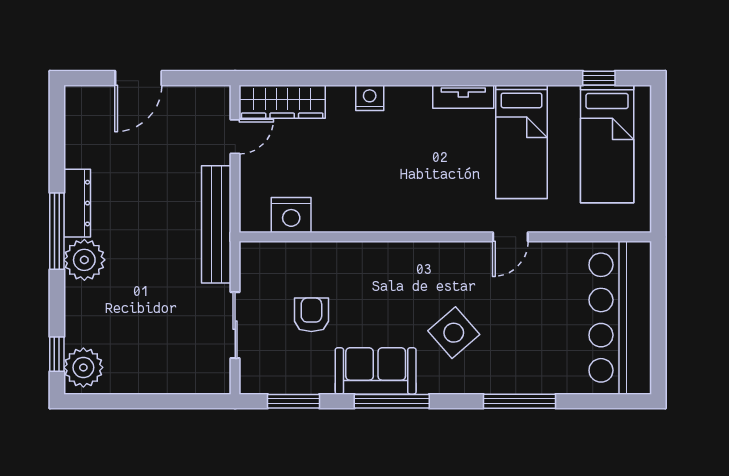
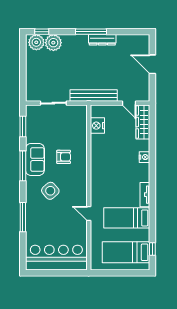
plant: (84, 260) -> (53, 43), moved
armchair: (311, 315) -> (64, 157), moved

